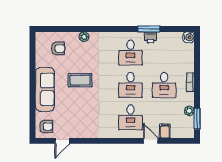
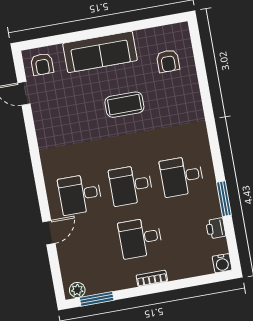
plant: (84, 37) -> (194, 99), removed
printer: (151, 37) -> (216, 228), moved
coffee table: (80, 80) -> (124, 105), turned 90
plant: (189, 111) -> (77, 290), moved
filing cabinet: (165, 131) -> (68, 252), removed

